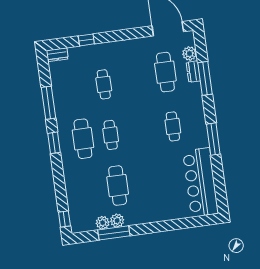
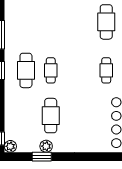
cafe table: (104, 84) -> (51, 25), removed
plant: (103, 223) -> (10, 146), moved
window: (114, 233) -> (42, 157), width x0.69

